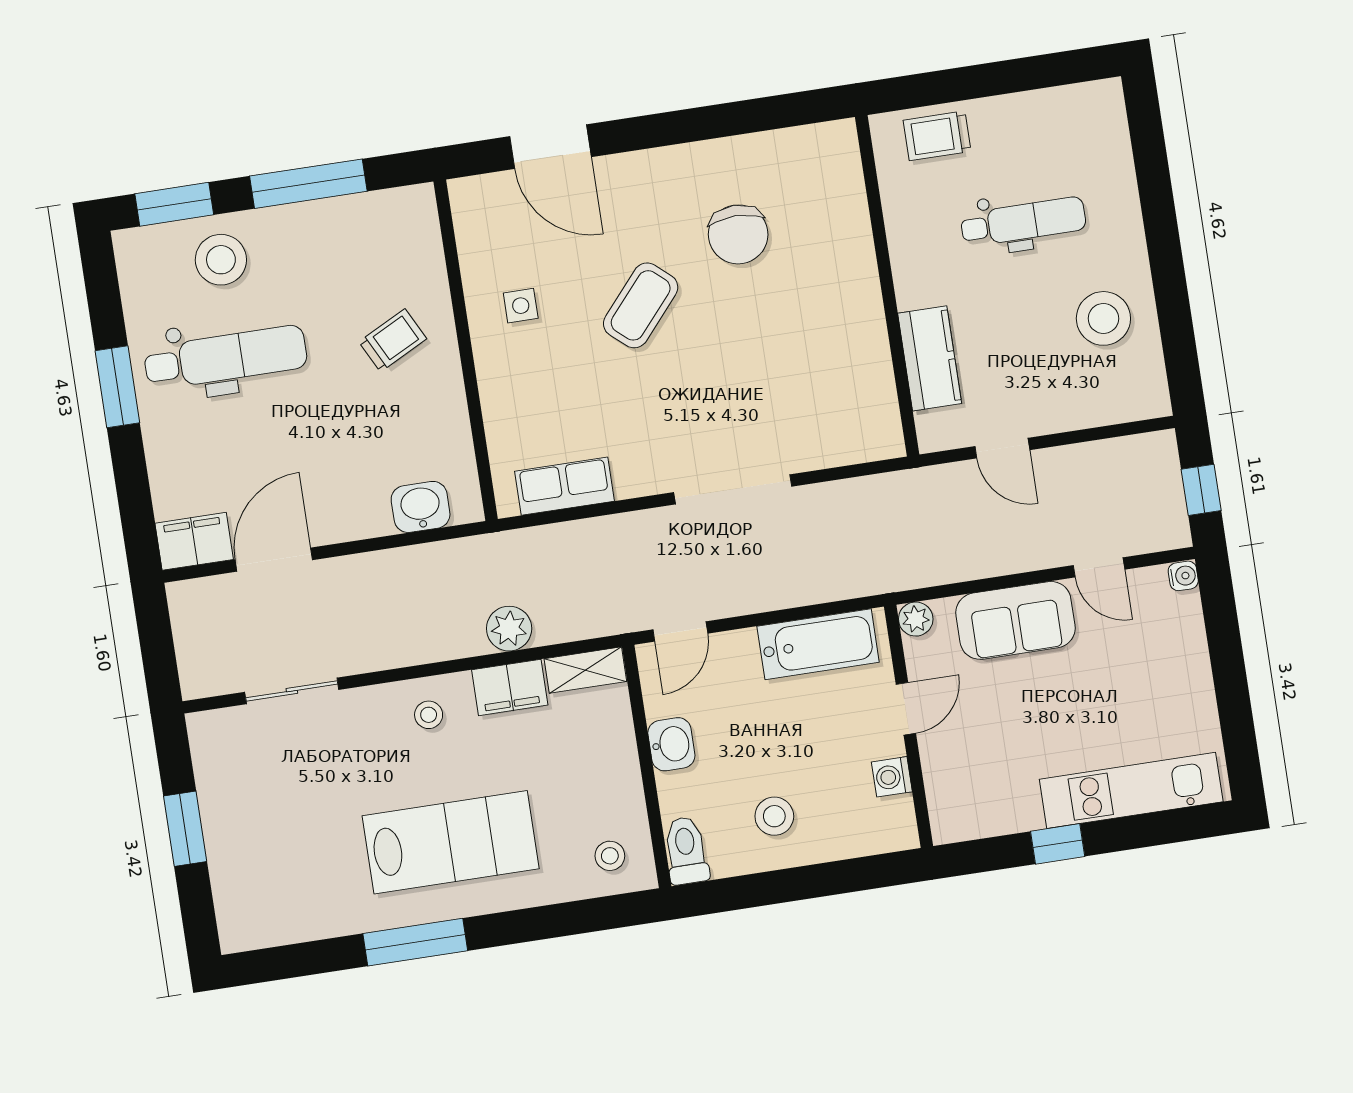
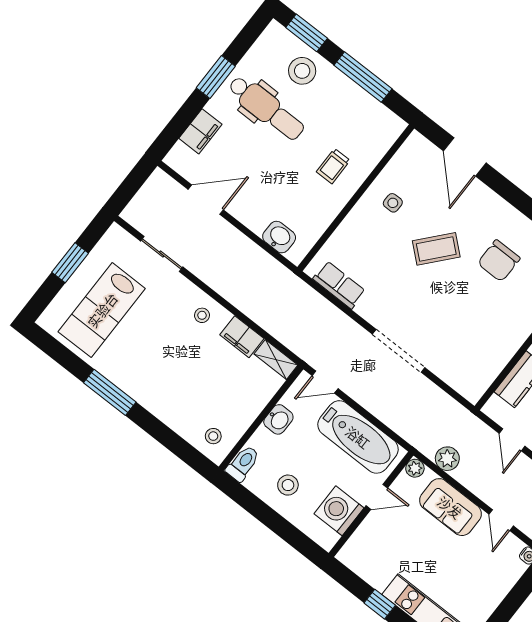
trolley: (393, 340) -> (333, 166), turned 117
filing cabinet: (194, 541) -> (200, 131), moved, turned 90
plant: (509, 629) -> (447, 459), moved
bathtub: (818, 644) -> (358, 437), width x1.36, depth x1.36
washing machine: (892, 777) -> (339, 511), width x1.89, depth x1.89
lab bench: (451, 842) -> (102, 310), moved, turned 90

